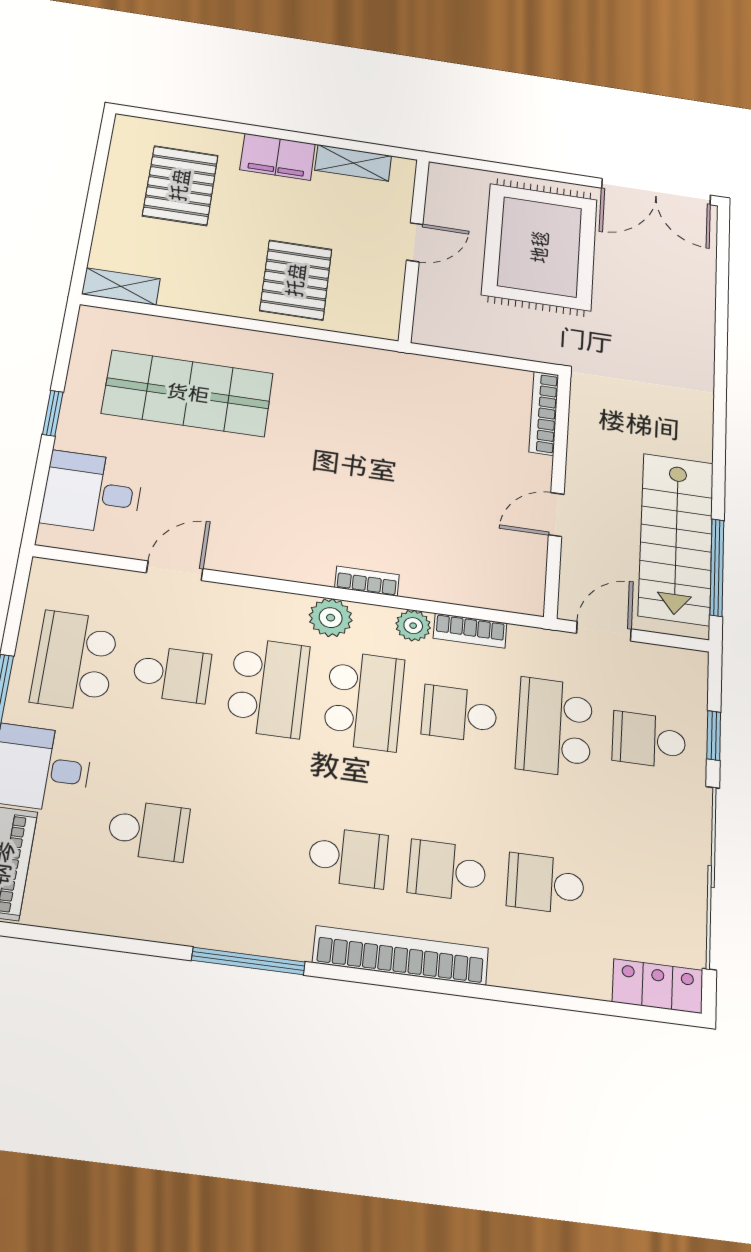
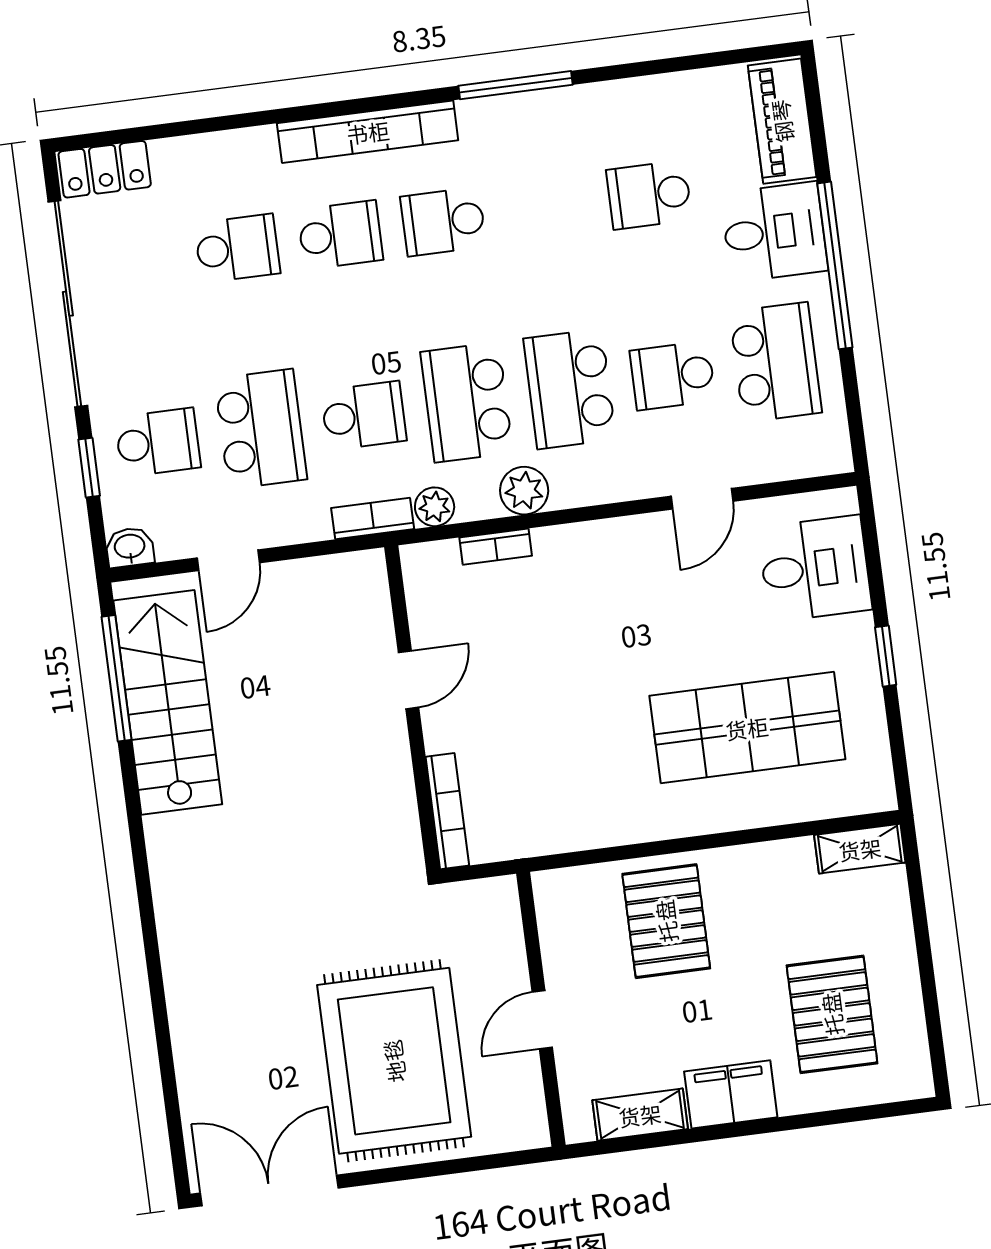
bookcase: (544, 413) -> (447, 811), moved
wall: (558, 493) -> (412, 708), moved
door: (556, 515) -> (409, 680), moved
washbasin: (688, 664) -> (130, 547), added

